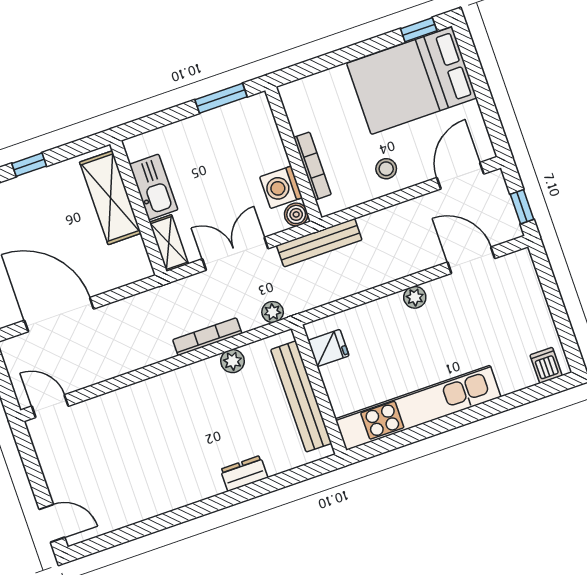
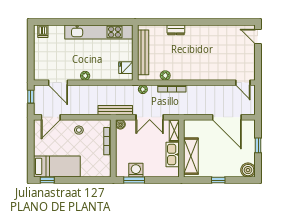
bed: (412, 81) -> (57, 166), width x0.67
washing machine: (281, 187) -> (136, 170), moved, turned -90

